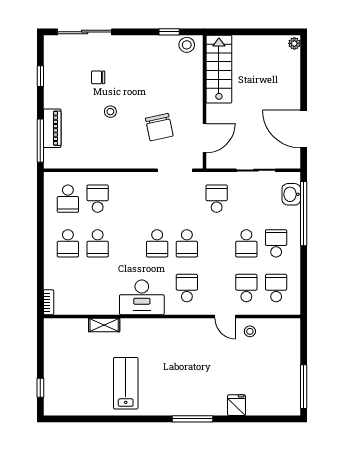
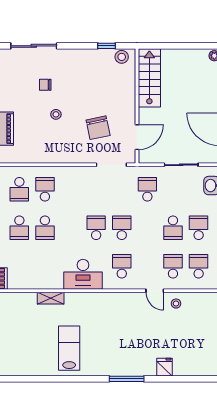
school desk: (157, 243) -> (96, 228), turned 180
school desk: (187, 243) -> (122, 228), turned 180

